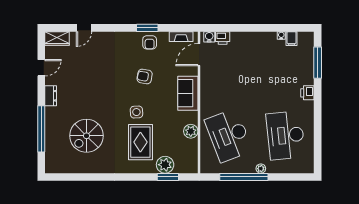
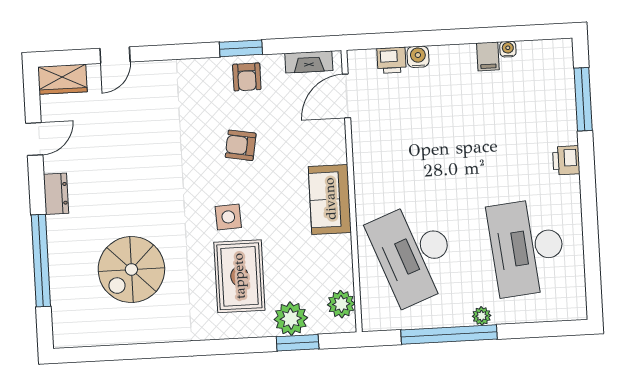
water cooler: (209, 37) -> (418, 57), moved
filing cabinet: (291, 39) -> (488, 56), moved
sofa: (188, 93) -> (330, 199), moved
plant: (191, 131) -> (341, 304), moved

